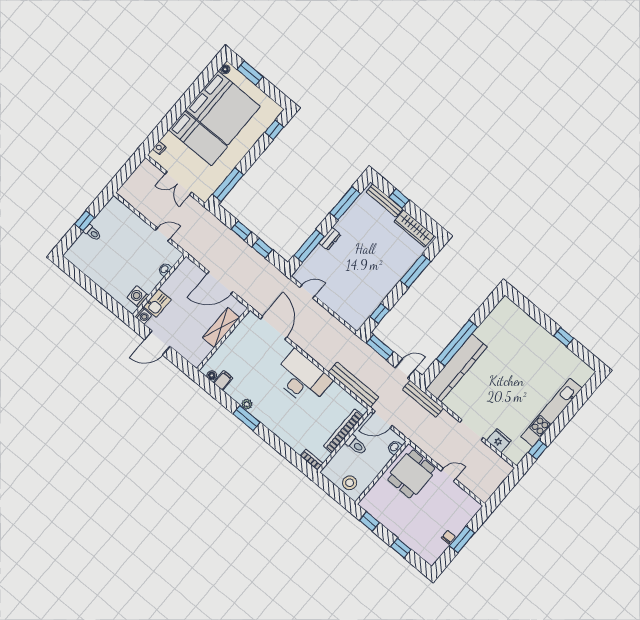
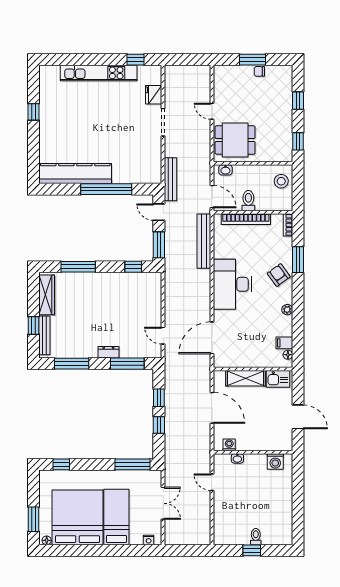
kitchen sink: (157, 303) -> (278, 379), moved, turned 180
washing machine: (143, 316) -> (229, 445), moved
kitchen counter: (456, 368) -> (75, 174), moved
window: (246, 418) -> (298, 260), moved
armchair: (279, 420) -> (279, 275), added

